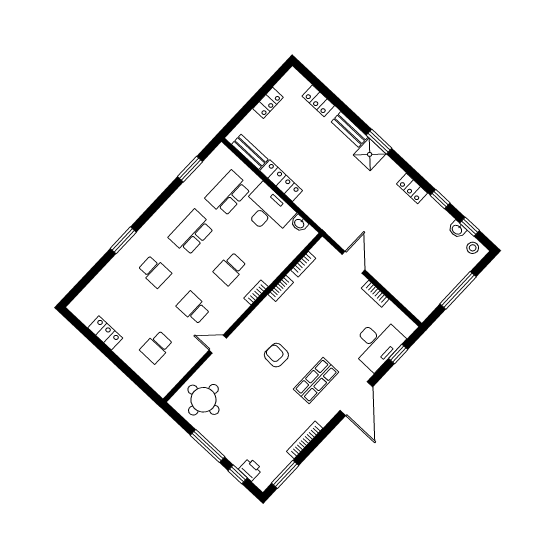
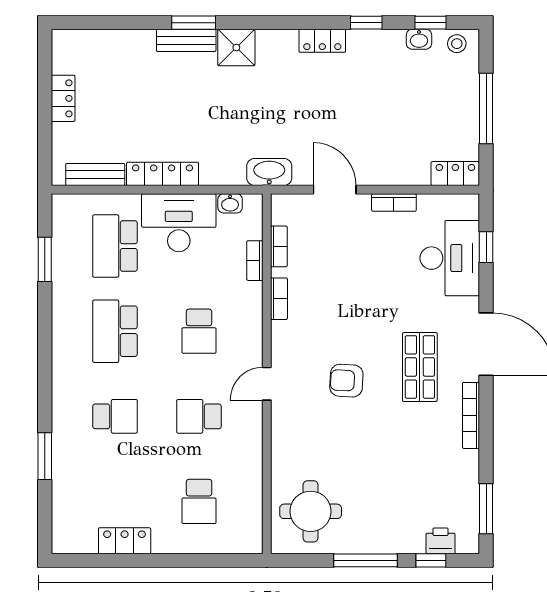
locker: (318, 101) -> (455, 174), moved, turned 180
window: (379, 142) -> (194, 23), moved
washbasin: (331, 226) -> (269, 172), added
window: (123, 240) -> (45, 456), moved
bookcase: (256, 292) -> (255, 261), moved
door: (218, 344) -> (267, 384), moved
bookcase: (305, 440) -> (471, 415), moved

